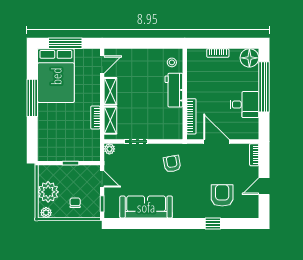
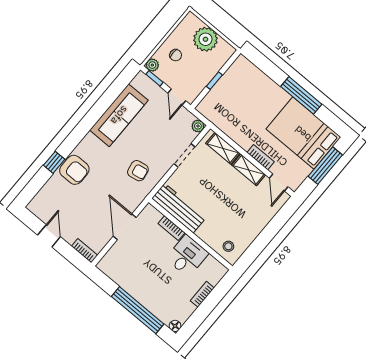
floor lamp: (249, 58) -> (175, 326), width x0.53, depth x0.53
workbench: (174, 90) -> (179, 208), moved, width x1.38
desk: (244, 105) -> (187, 256), moved, turned 180
bookcase: (191, 116) -> (171, 228), width x0.64
bookcase: (95, 117) -> (261, 157), moved
door: (216, 142) -> (125, 227), swing flipped
door: (102, 179) -> (177, 97), hinge flipped
armchair: (222, 195) -> (74, 170), moved
plant: (46, 213) -> (152, 65), moved

